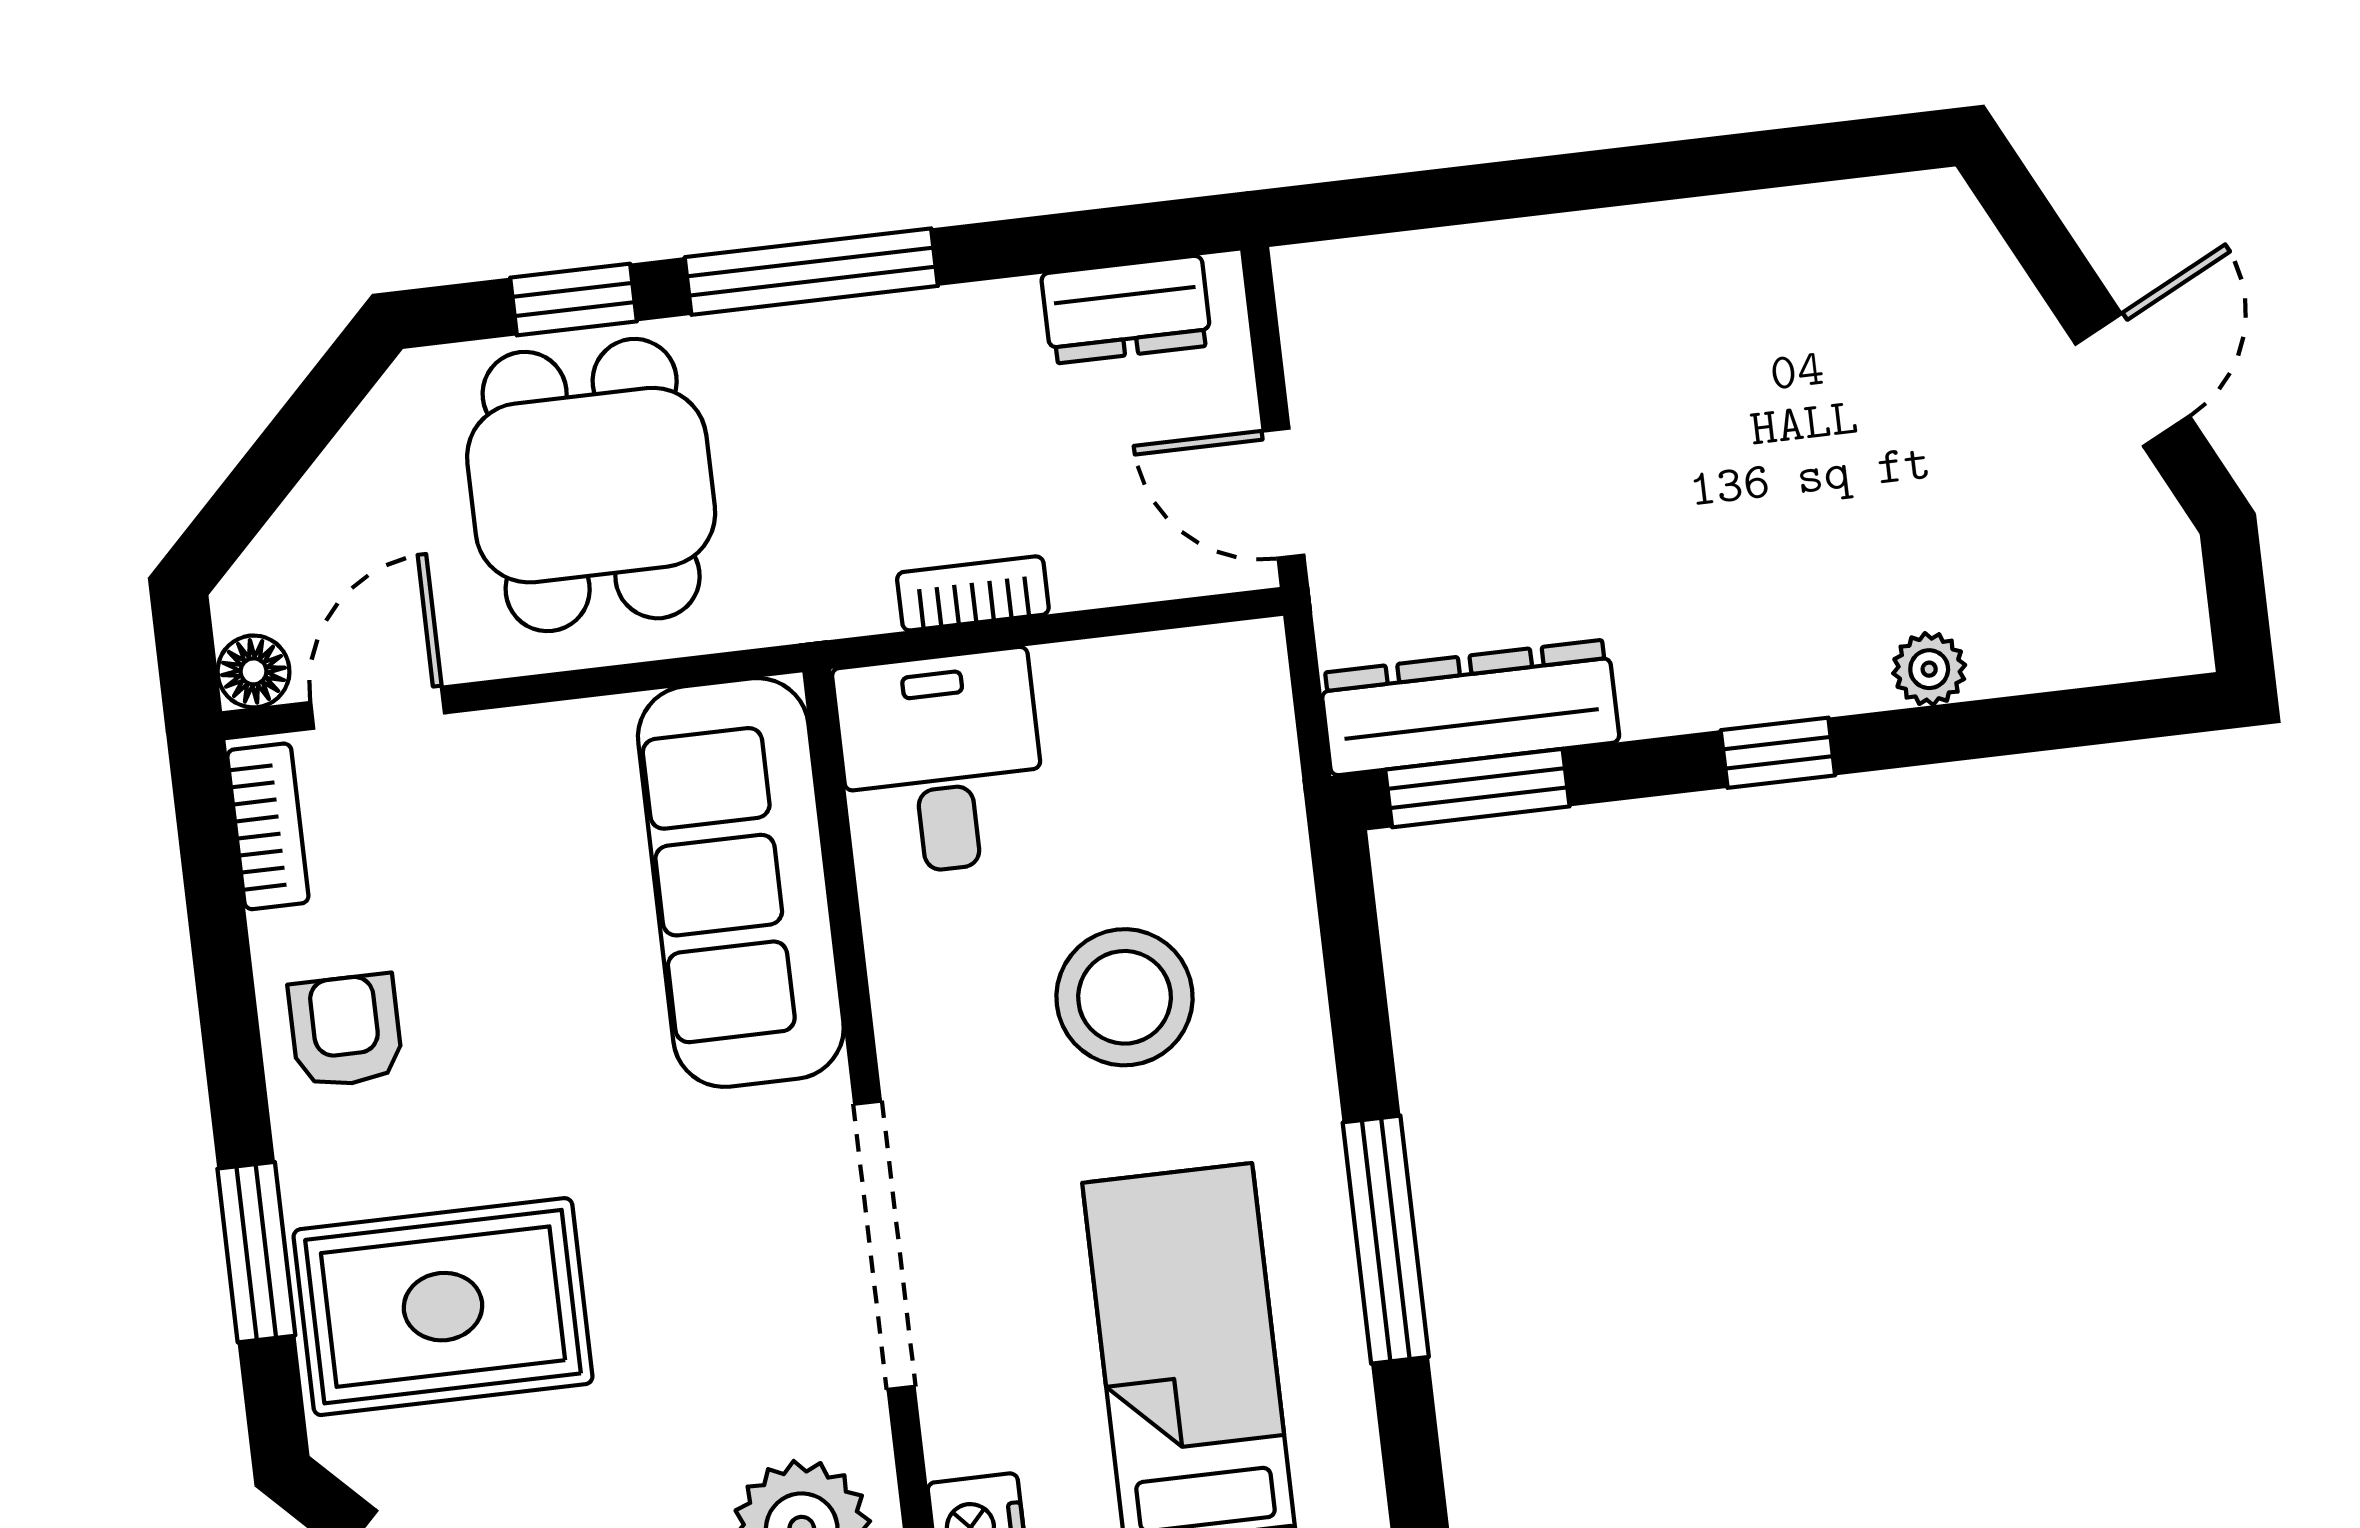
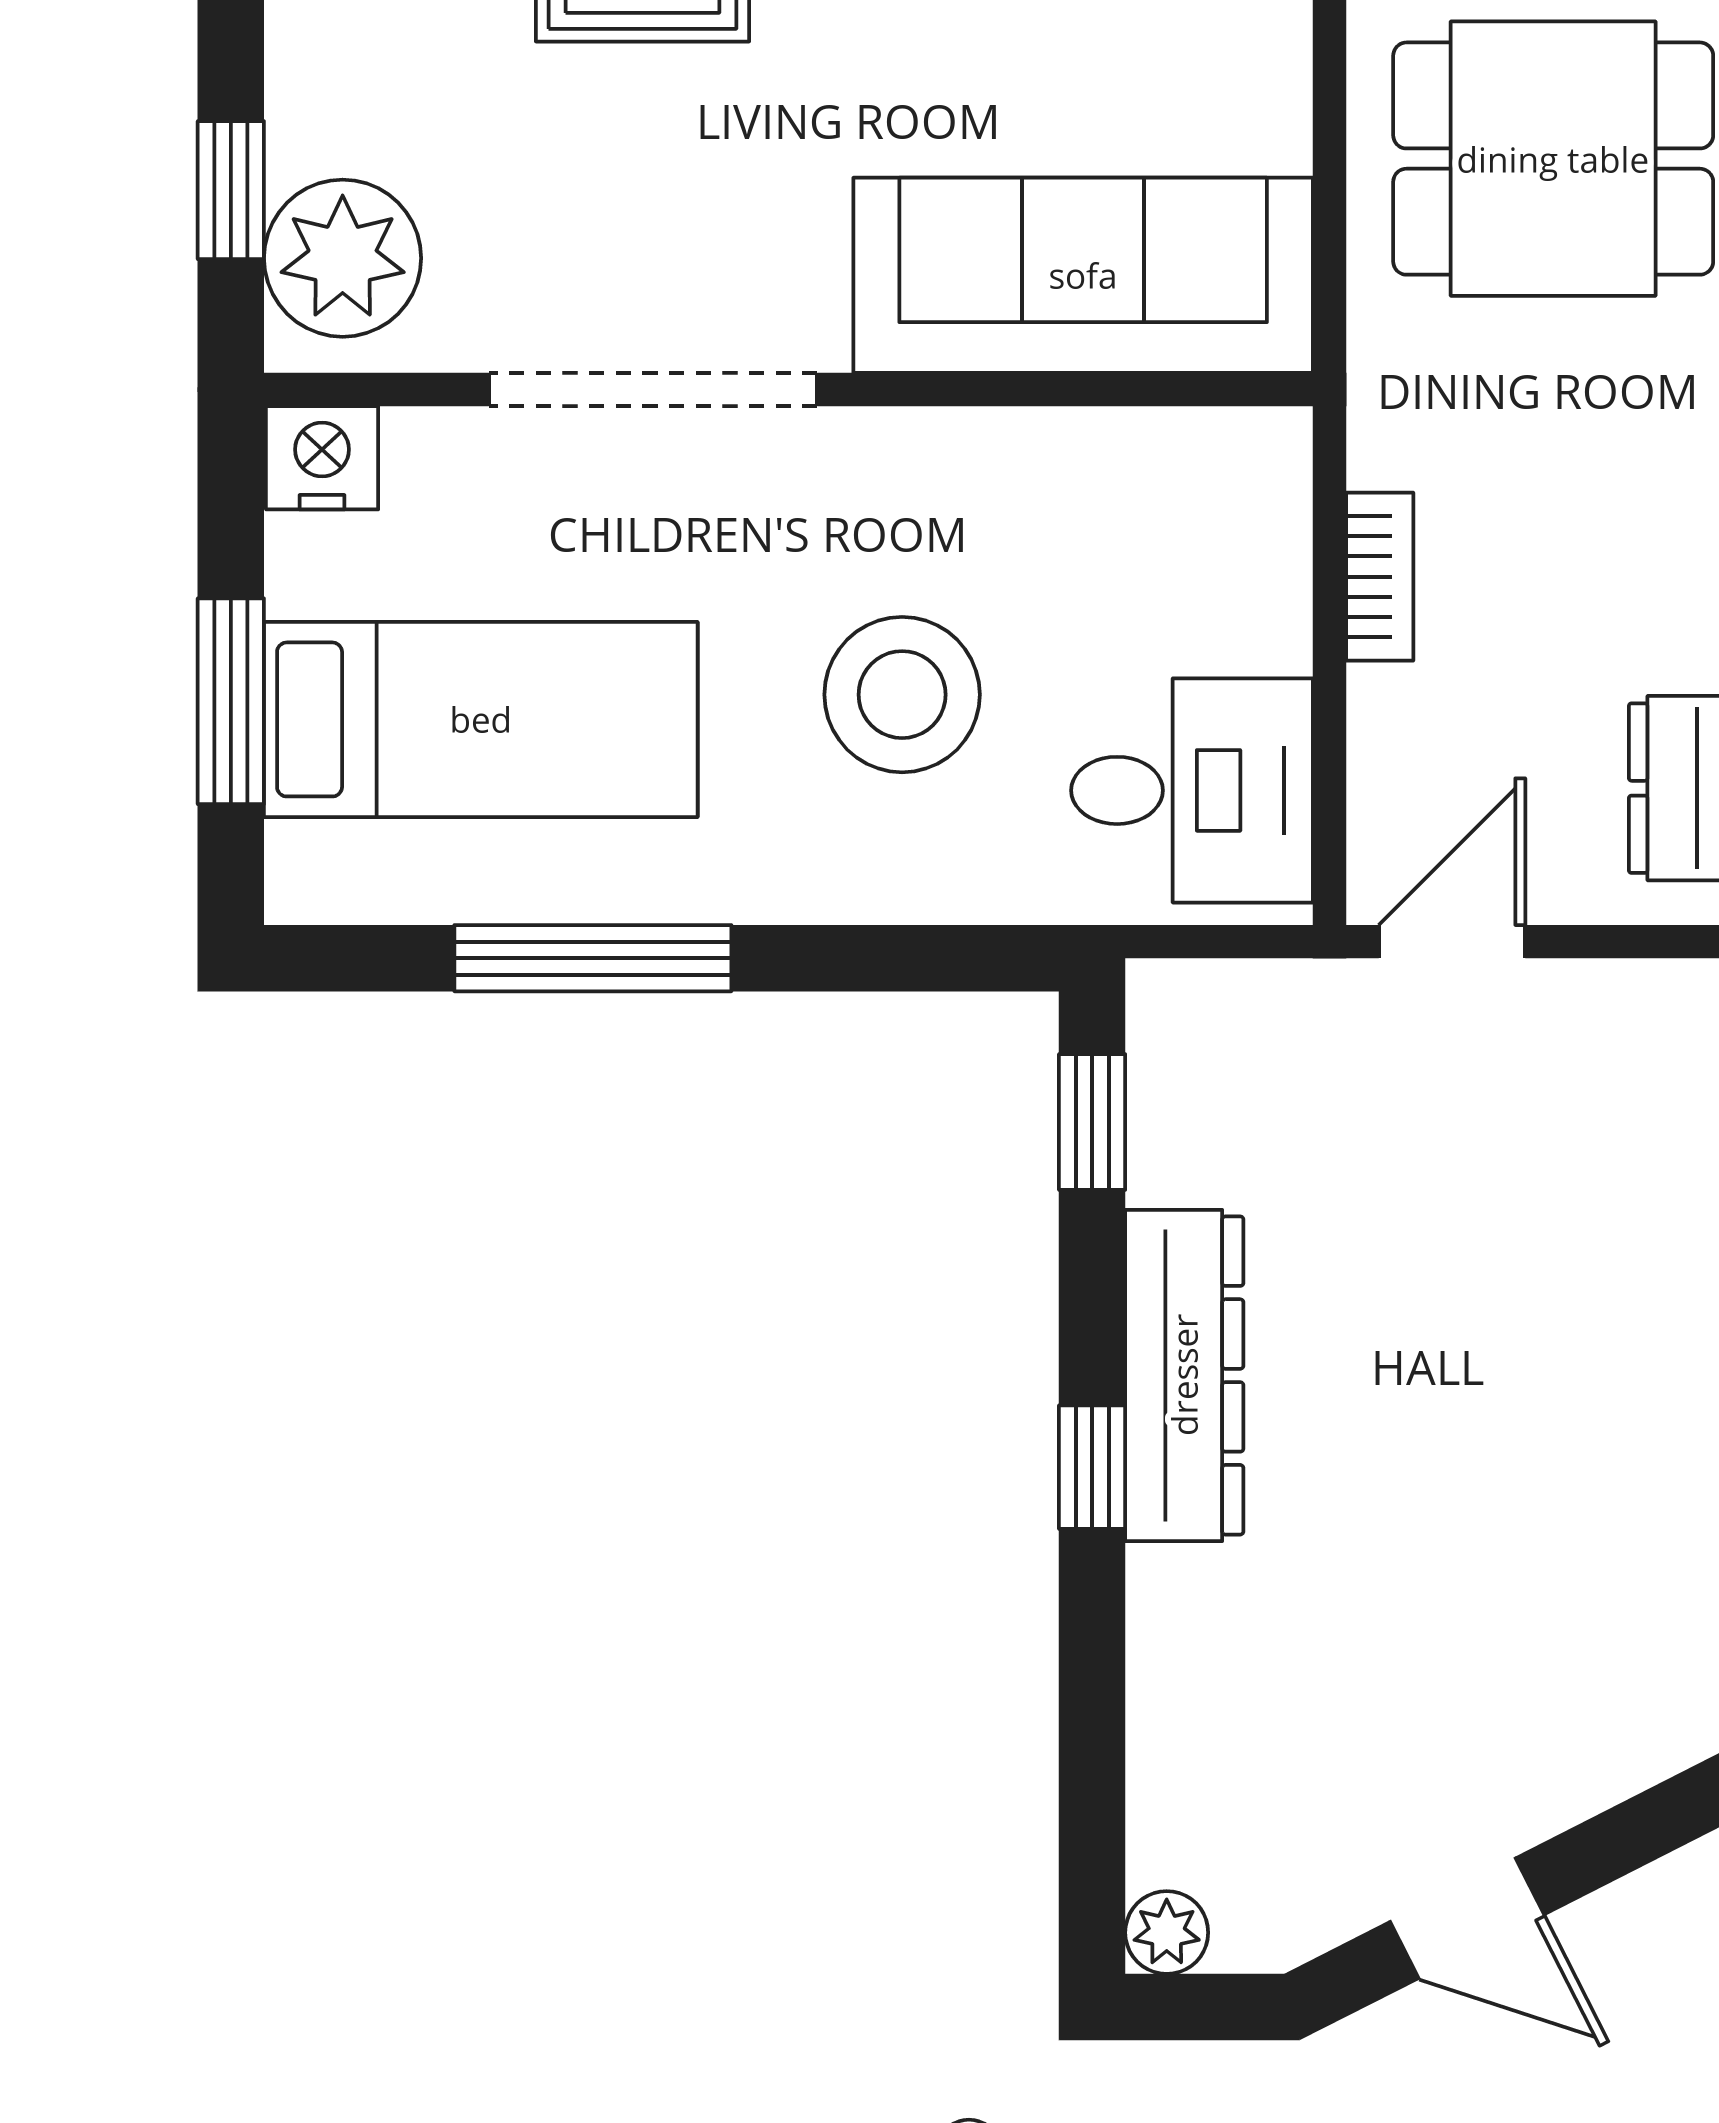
plant: (1929, 669) -> (1167, 1933), moved
dresser: (1470, 708) -> (1184, 1375), moved
desk: (941, 763) -> (1192, 790), moved
window: (1477, 788) -> (1092, 1122), width x0.67

